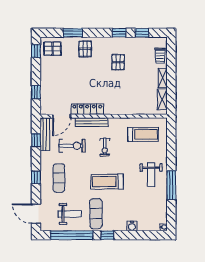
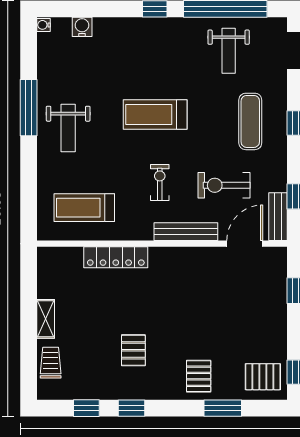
shelving: (162, 99) -> (46, 277), removed
locker: (87, 109) -> (116, 257), moved
bench: (45, 134) -> (278, 217), width x0.73
weight bench: (151, 175) -> (68, 128), turned 180
treadmill: (107, 182) -> (155, 115), turned 180
weight bench: (70, 214) -> (229, 51), turned -90
exercise mat: (96, 214) -> (177, 51), removed
water cooler: (132, 226) -> (82, 27), moved

